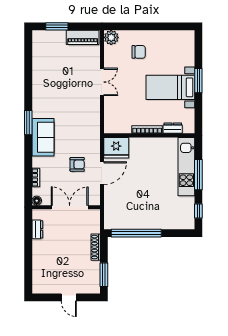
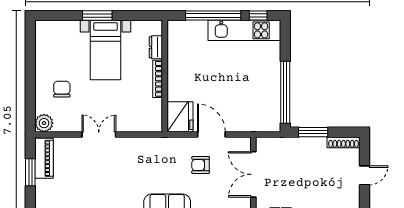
window: (57, 26) -> (30, 172), moved
armchair: (77, 164) -> (201, 165), turned -90
kitchen unit: (186, 167) -> (244, 30), moved
window: (198, 175) -> (213, 16), width x1.46
shoe rack: (96, 247) -> (343, 142), moved
window: (104, 275) -> (313, 132), moved

